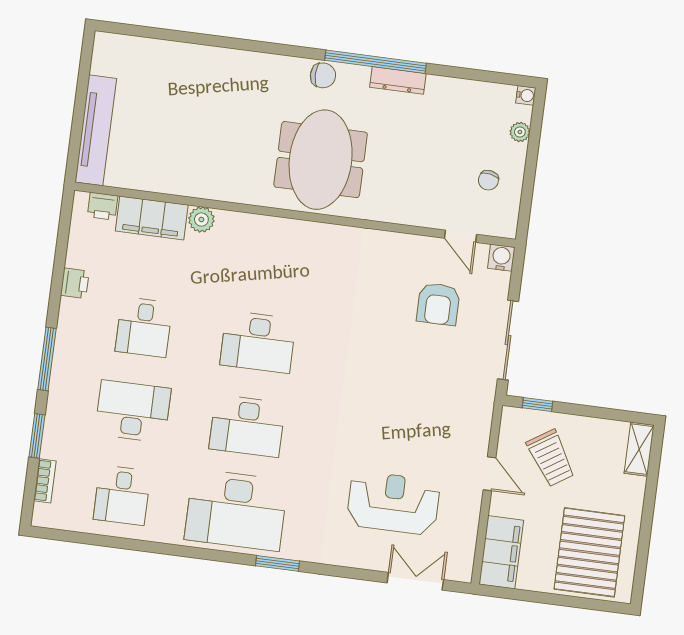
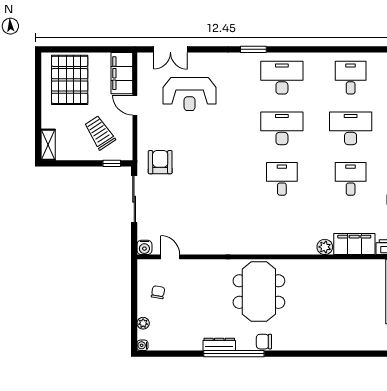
armchair: (438, 304) -> (160, 162), moved
desk: (258, 342) -> (282, 179), width x0.73
desk: (133, 411) -> (351, 128), turned 180
door: (489, 474) -> (135, 105), moved
desk: (236, 510) -> (282, 78), width x0.73, depth x0.77

